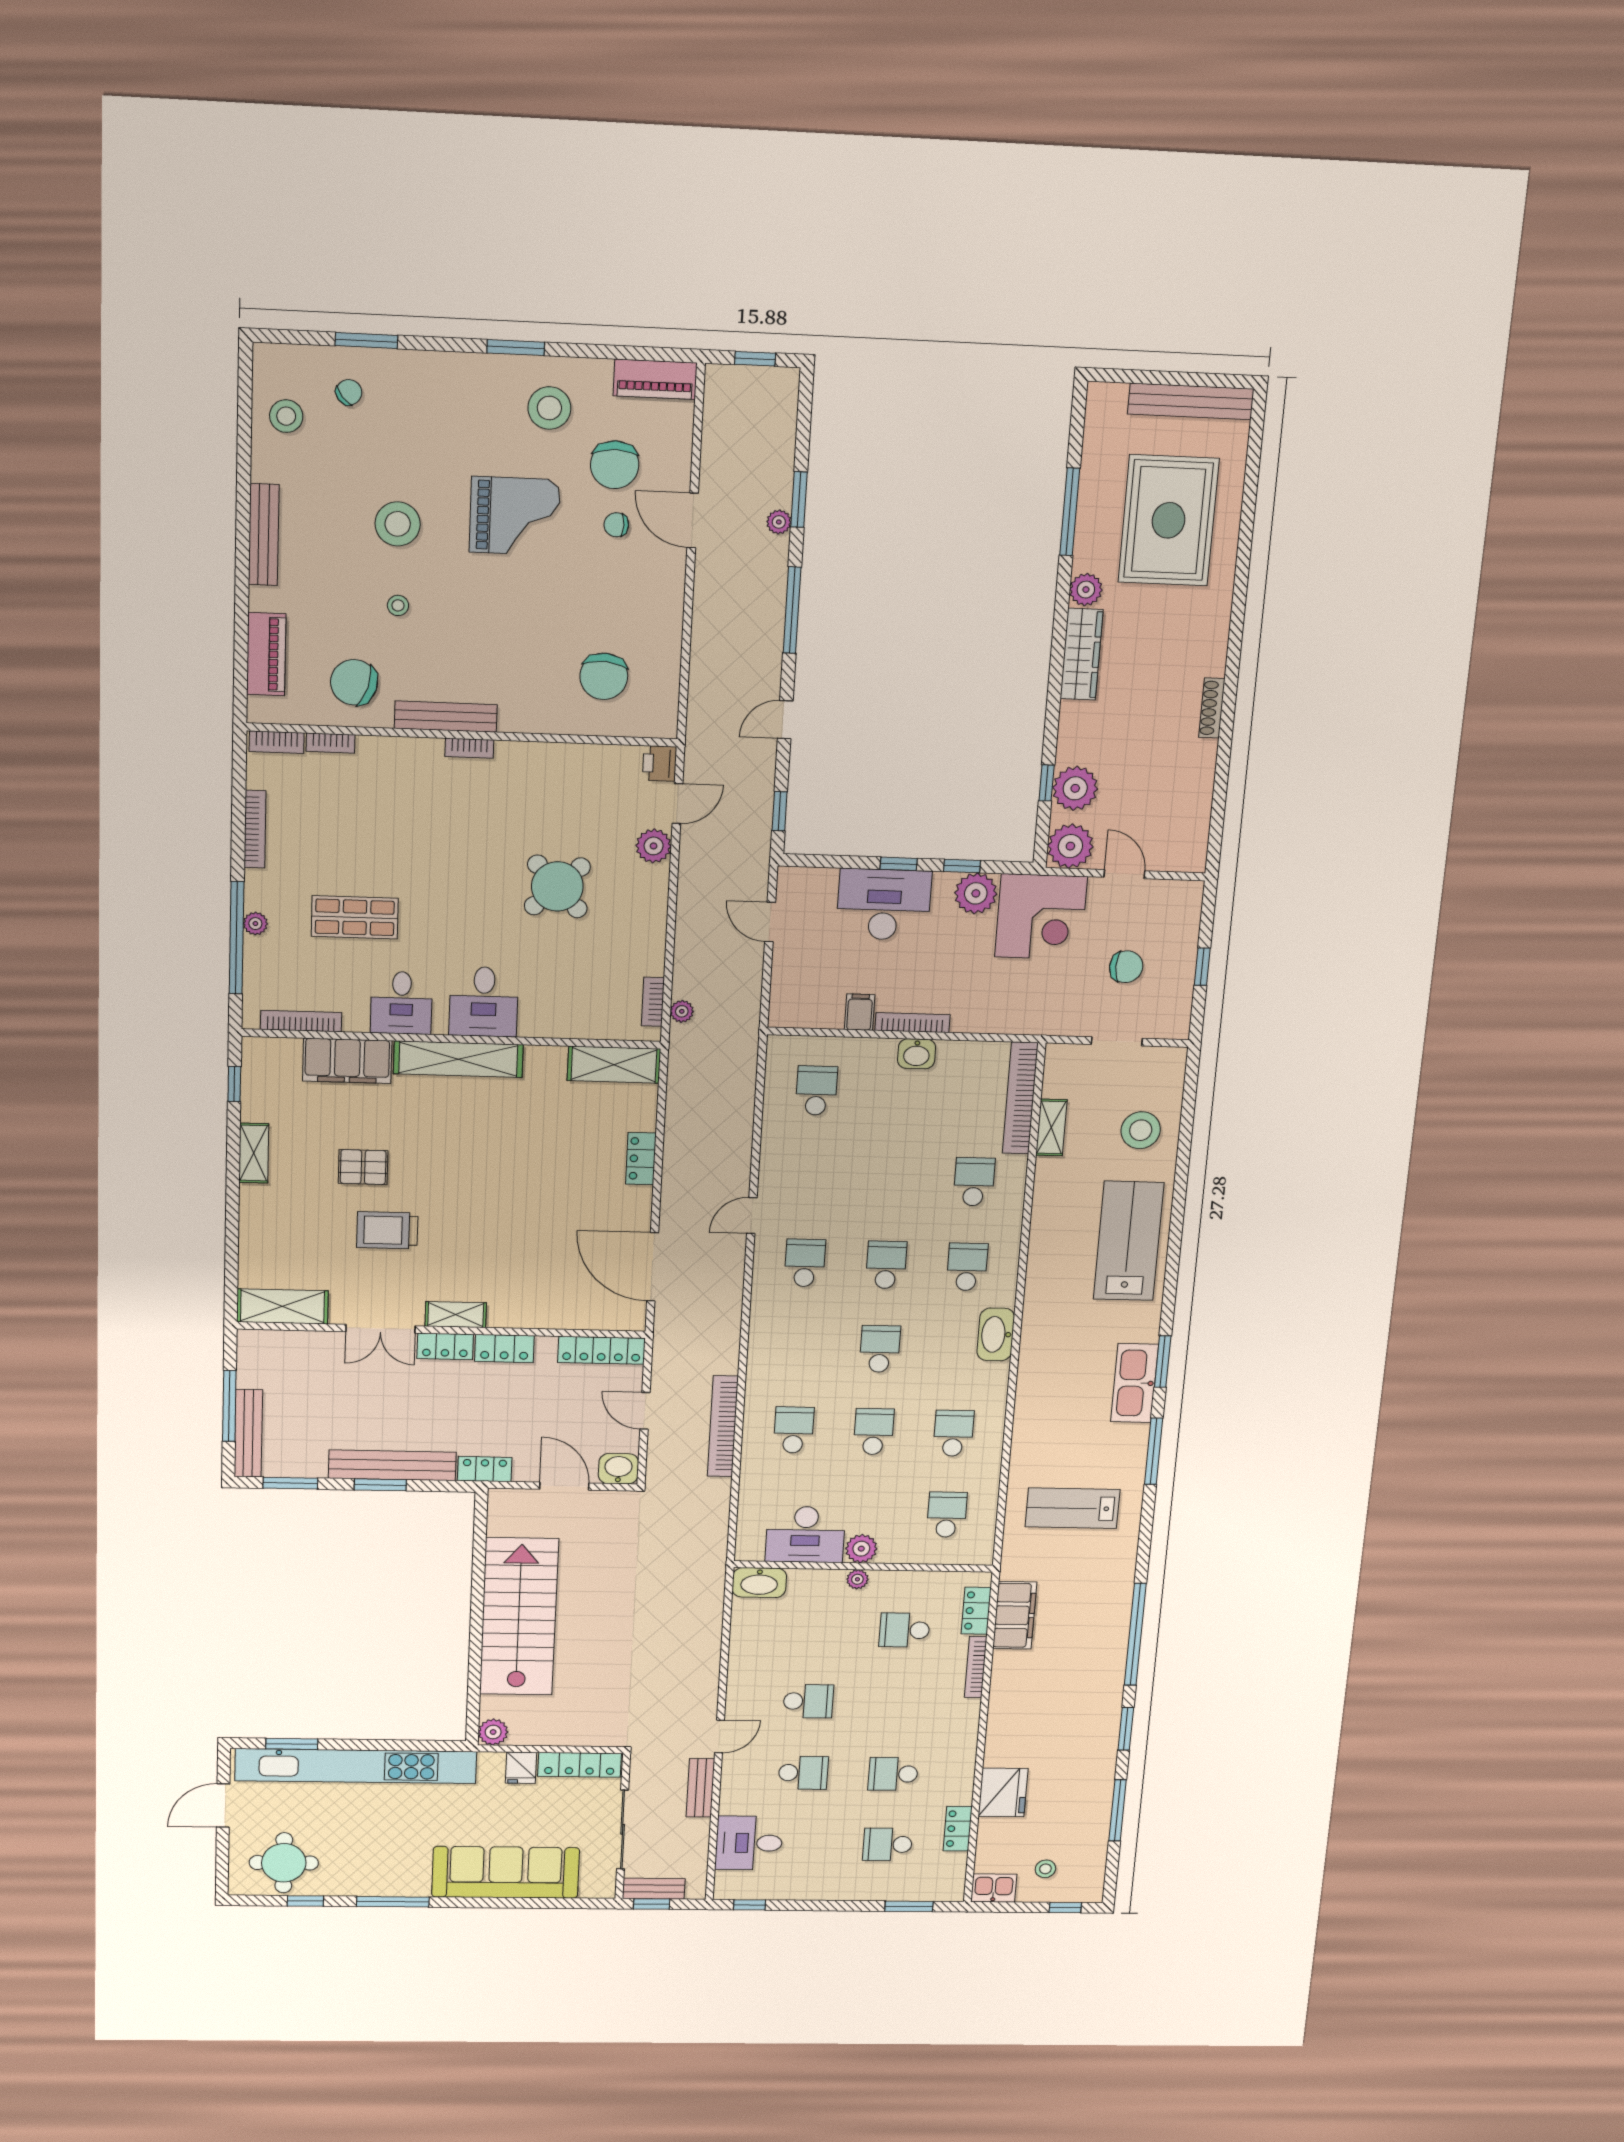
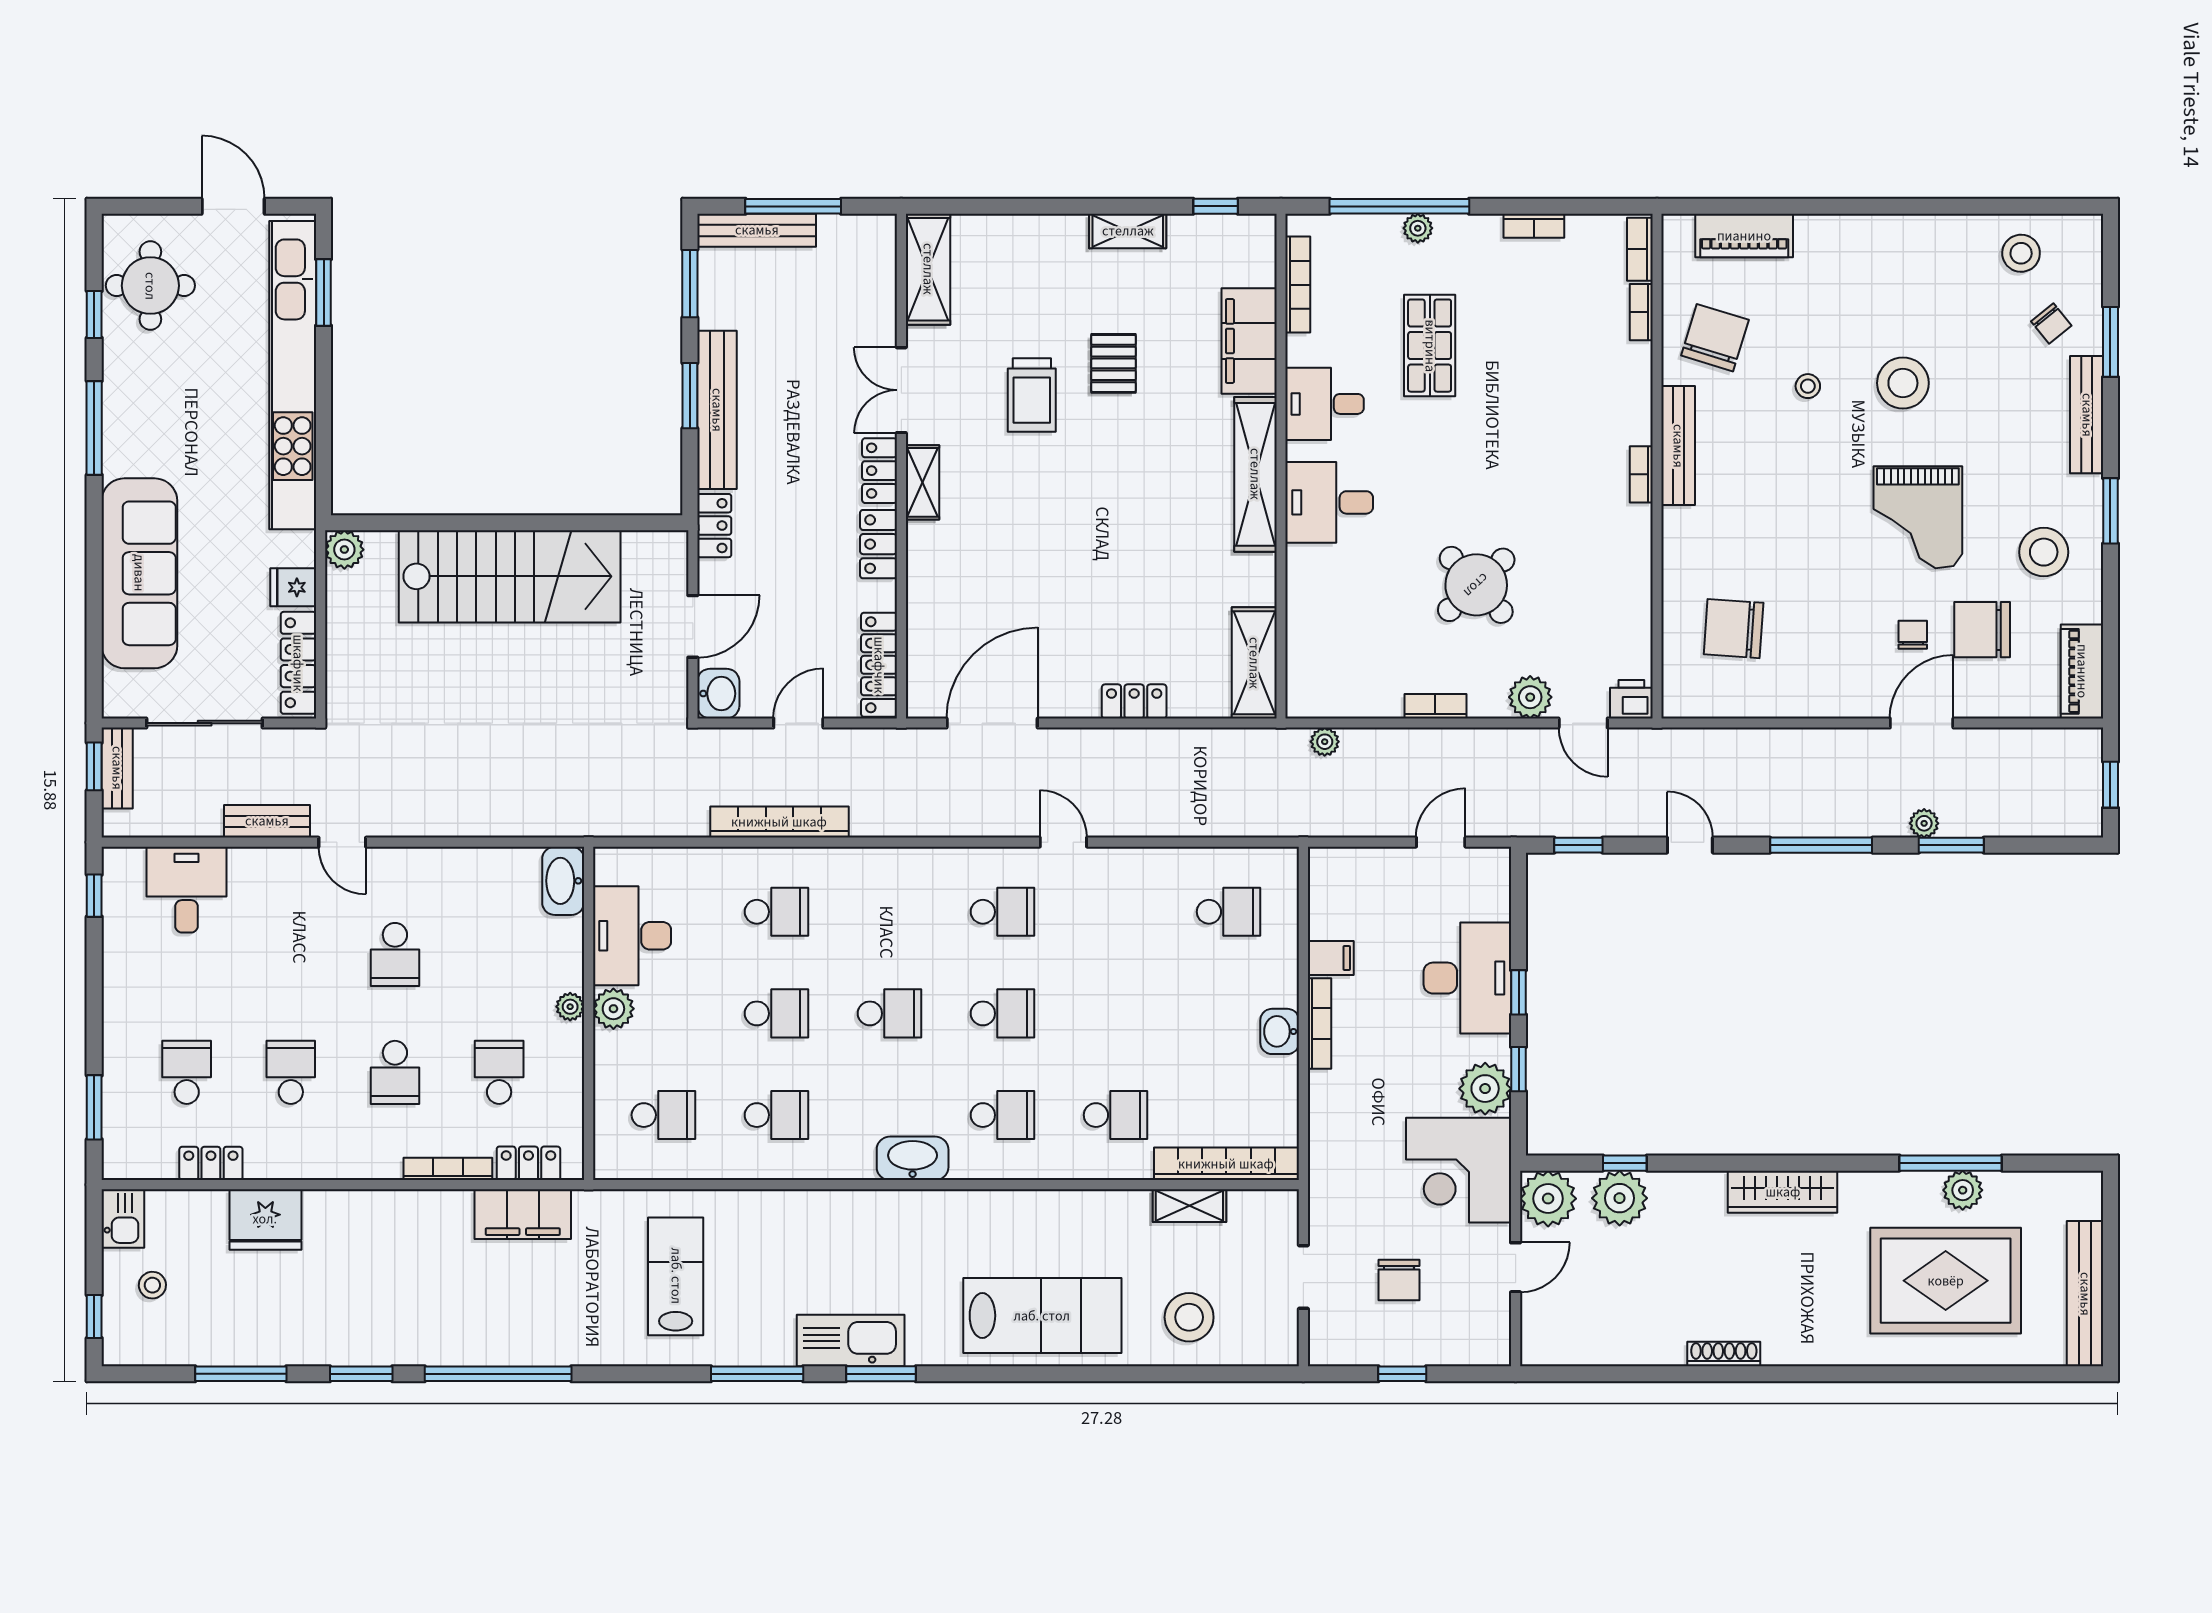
bench: (264, 535) -> (2087, 415), moved, turned 90
plant: (1086, 590) -> (1963, 1190), moved
bookcase: (255, 829) -> (1534, 226), width x0.64
bookcase: (653, 1002) -> (1435, 706), moved
trolley: (387, 1230) -> (1032, 395), turned 180
school desk: (803, 1773) -> (395, 1072), moved

